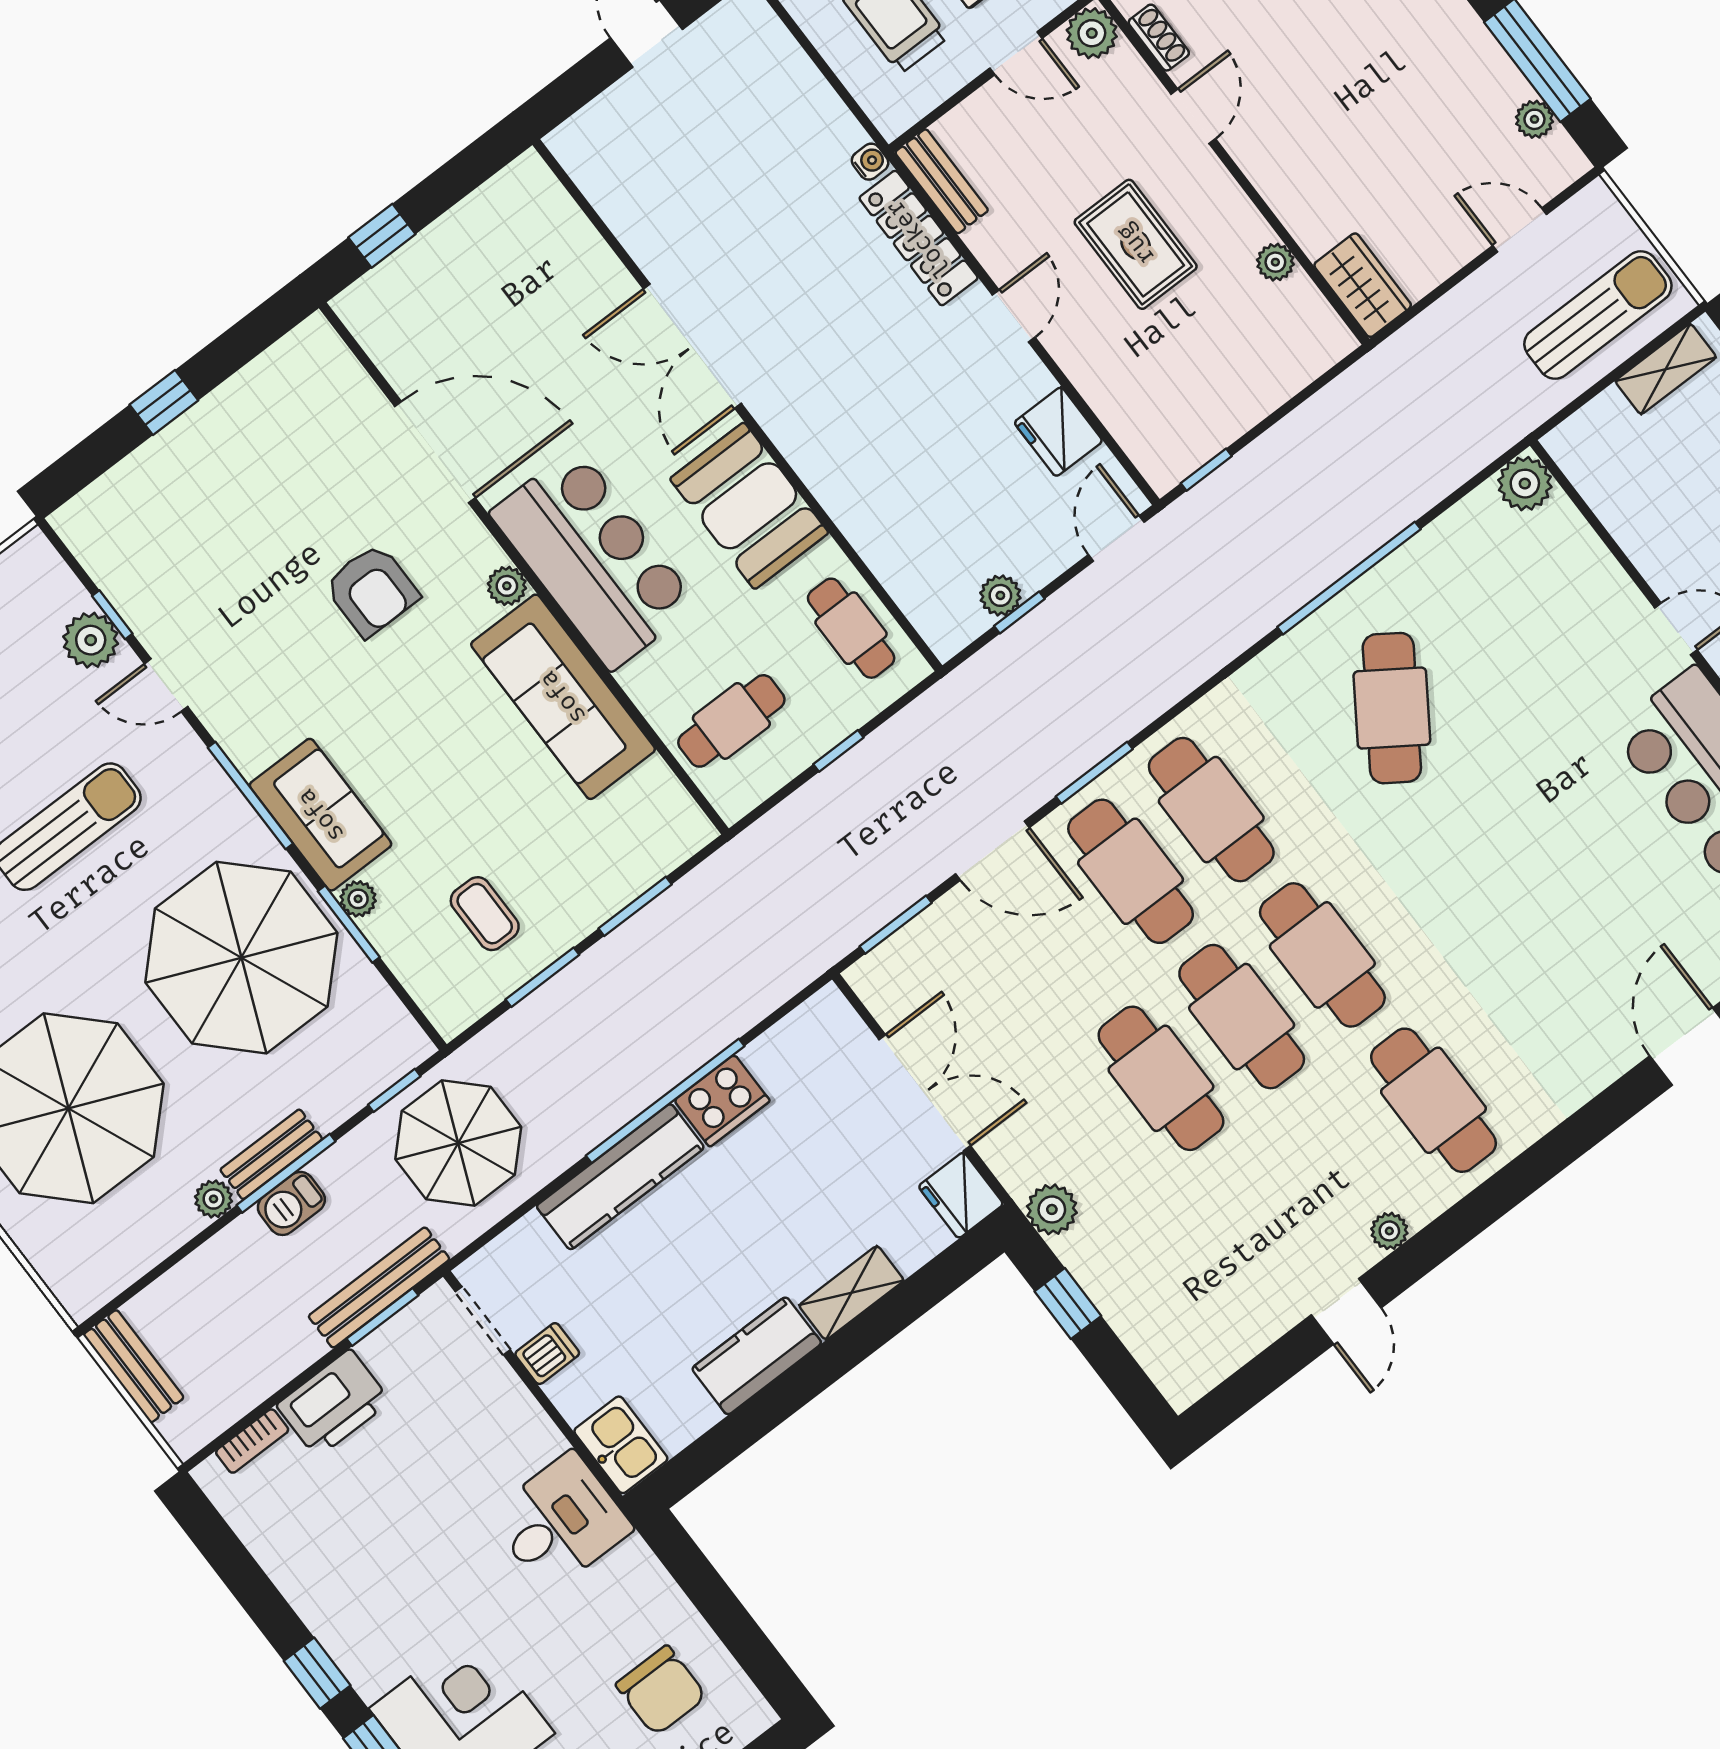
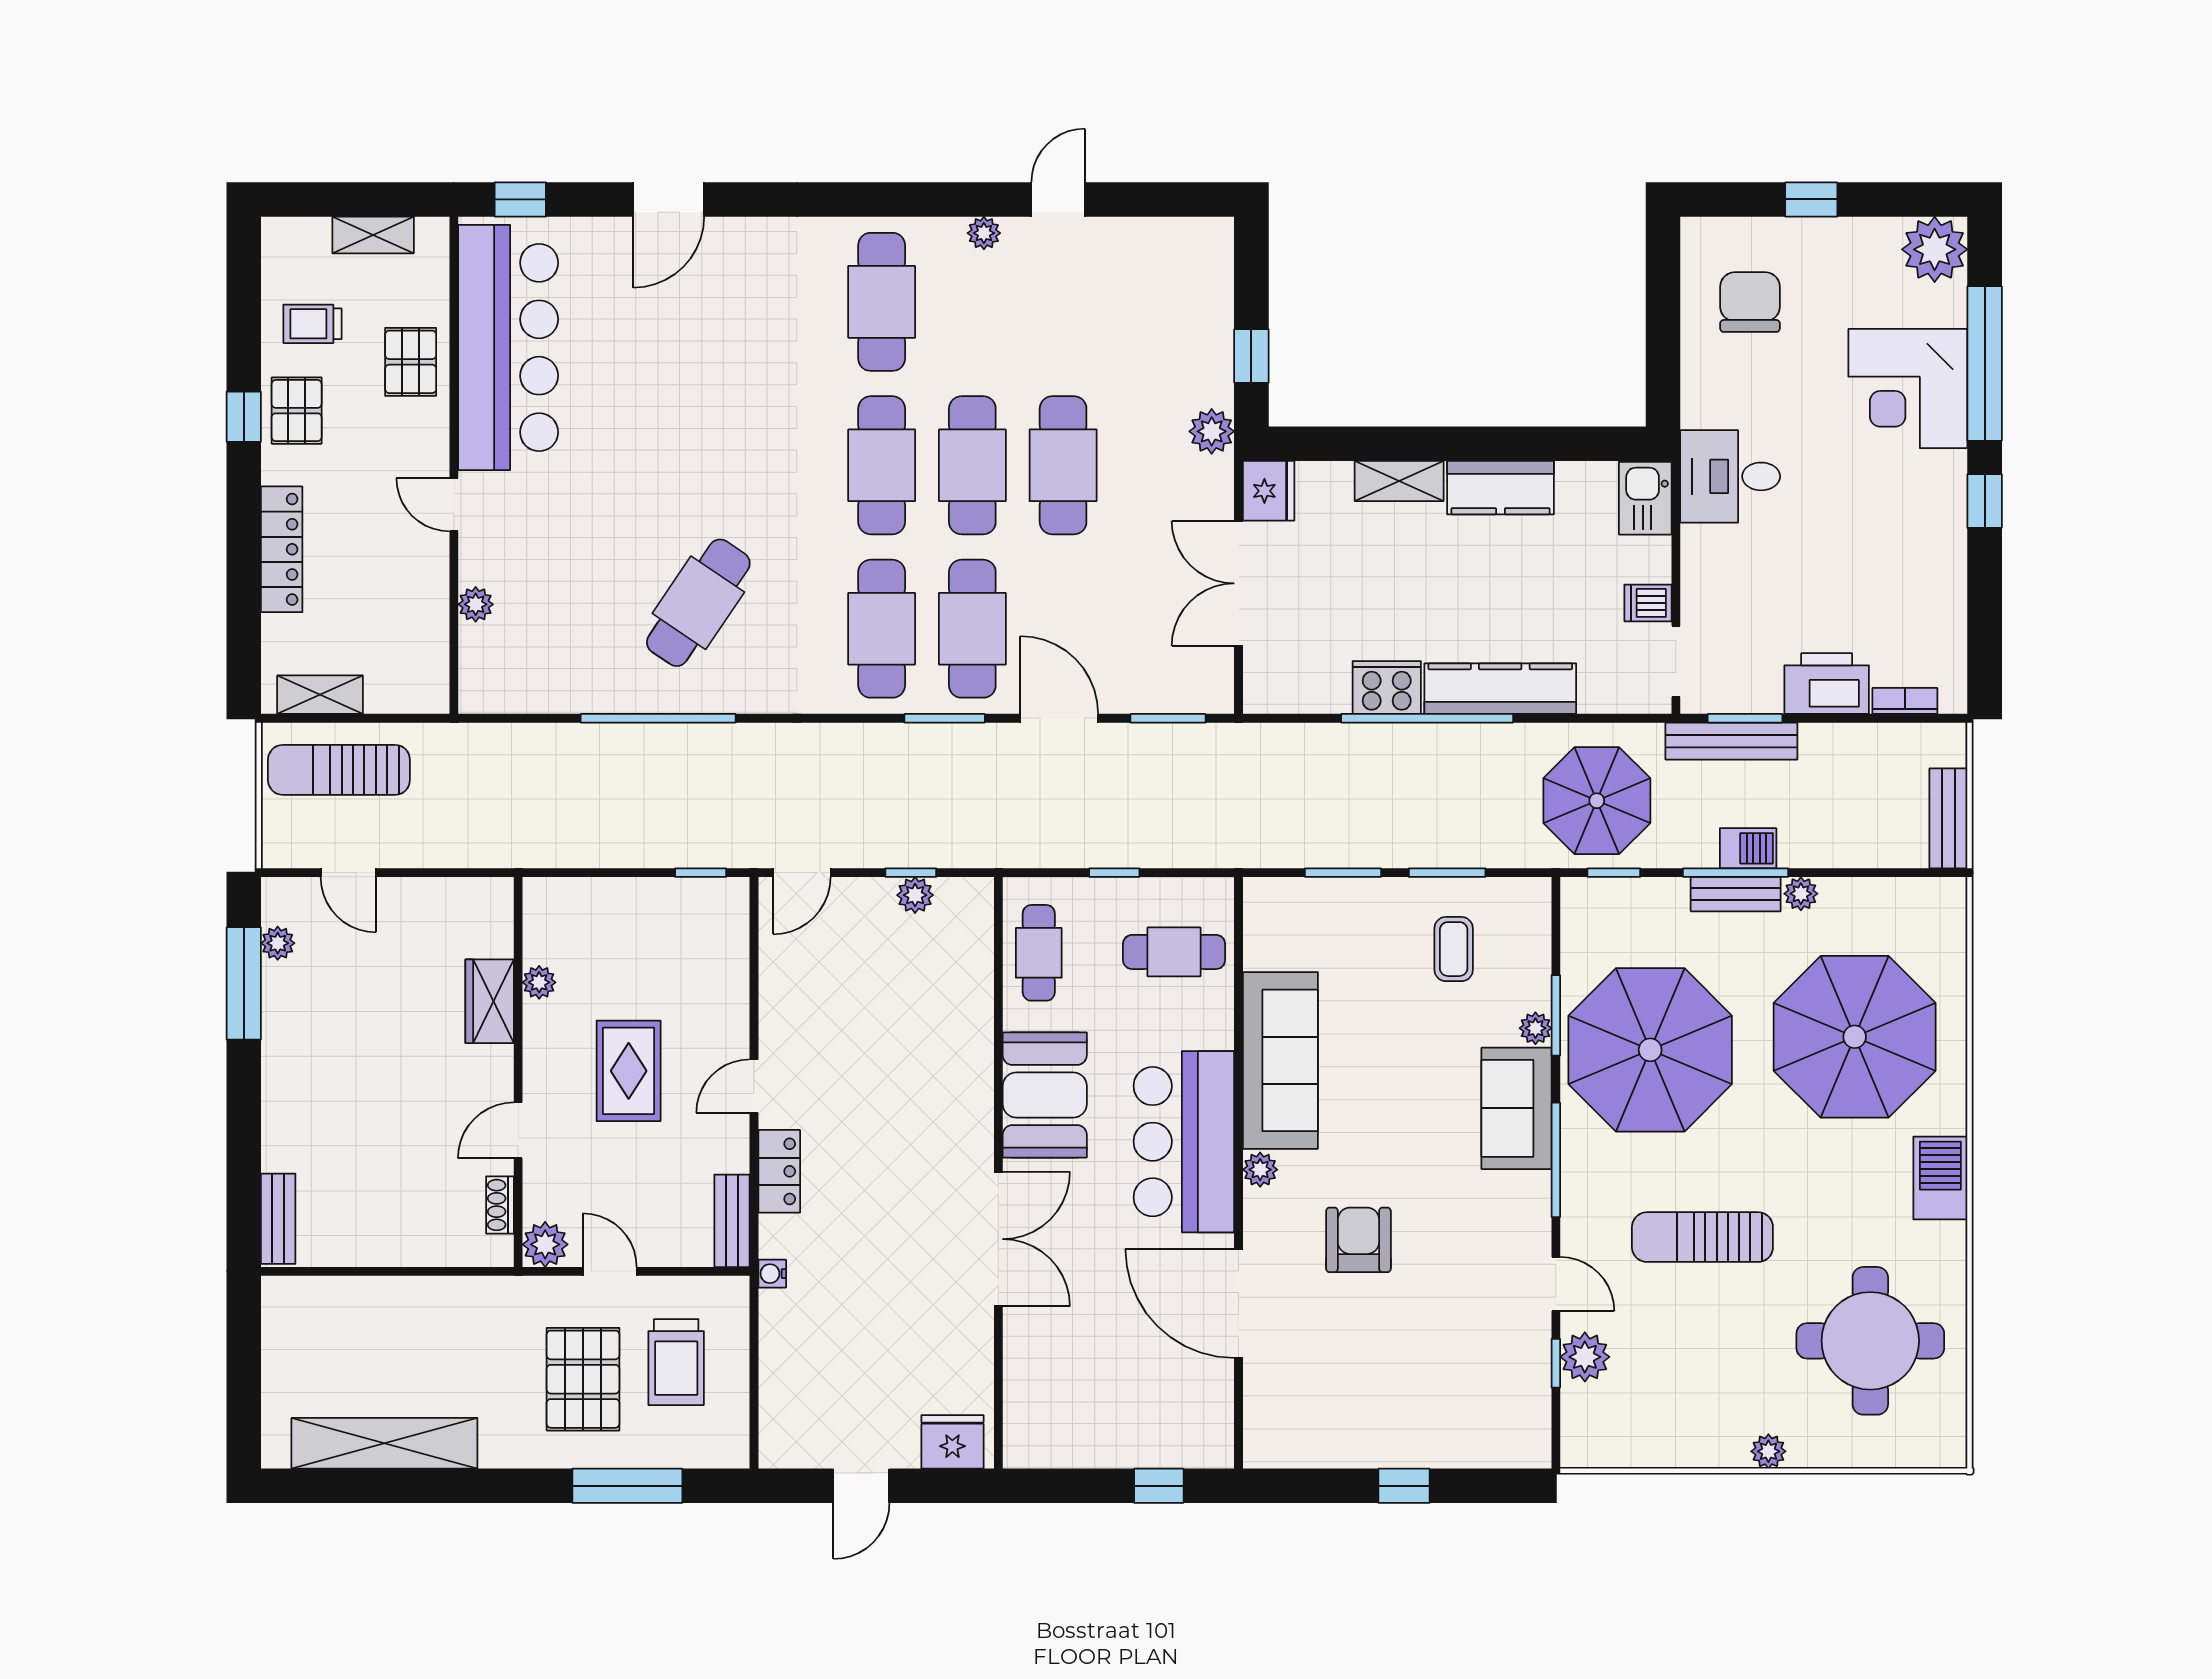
locker: (919, 238) -> (779, 1171), width x0.66
wardrobe: (1363, 285) -> (490, 1001), moved
fridge: (1058, 432) -> (952, 1442), moved, turned -90
plant: (1525, 484) -> (476, 604), moved, width x0.73, depth x0.73

